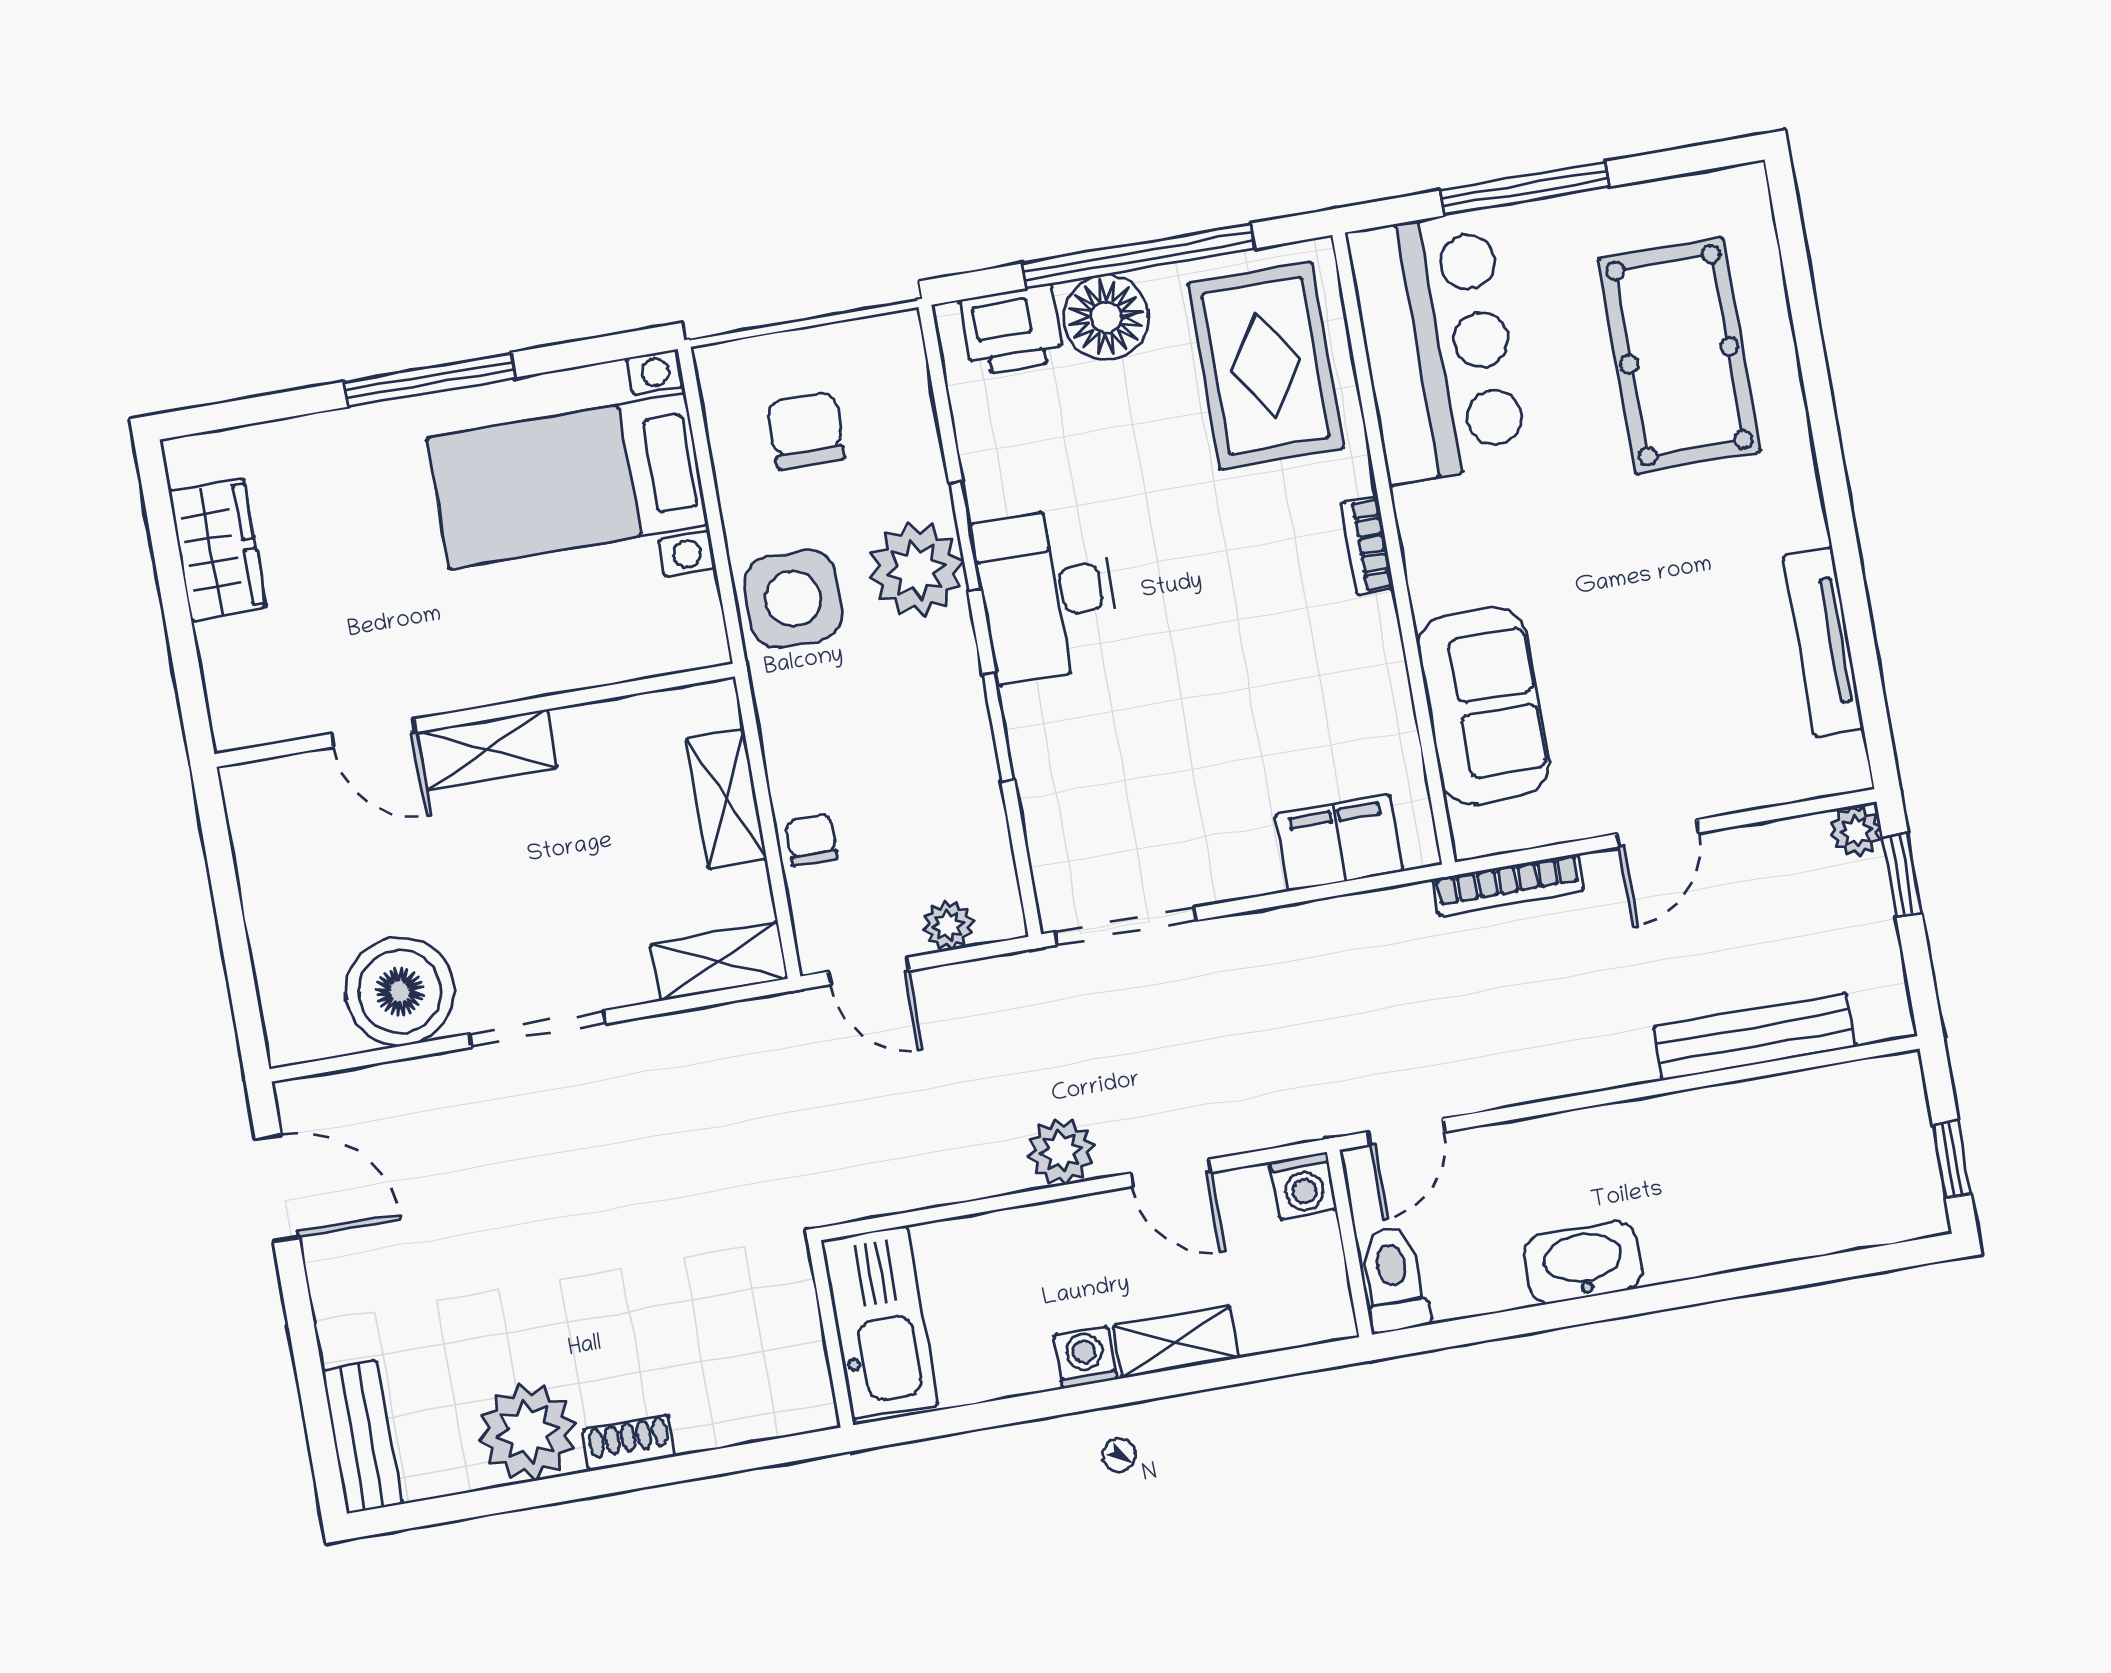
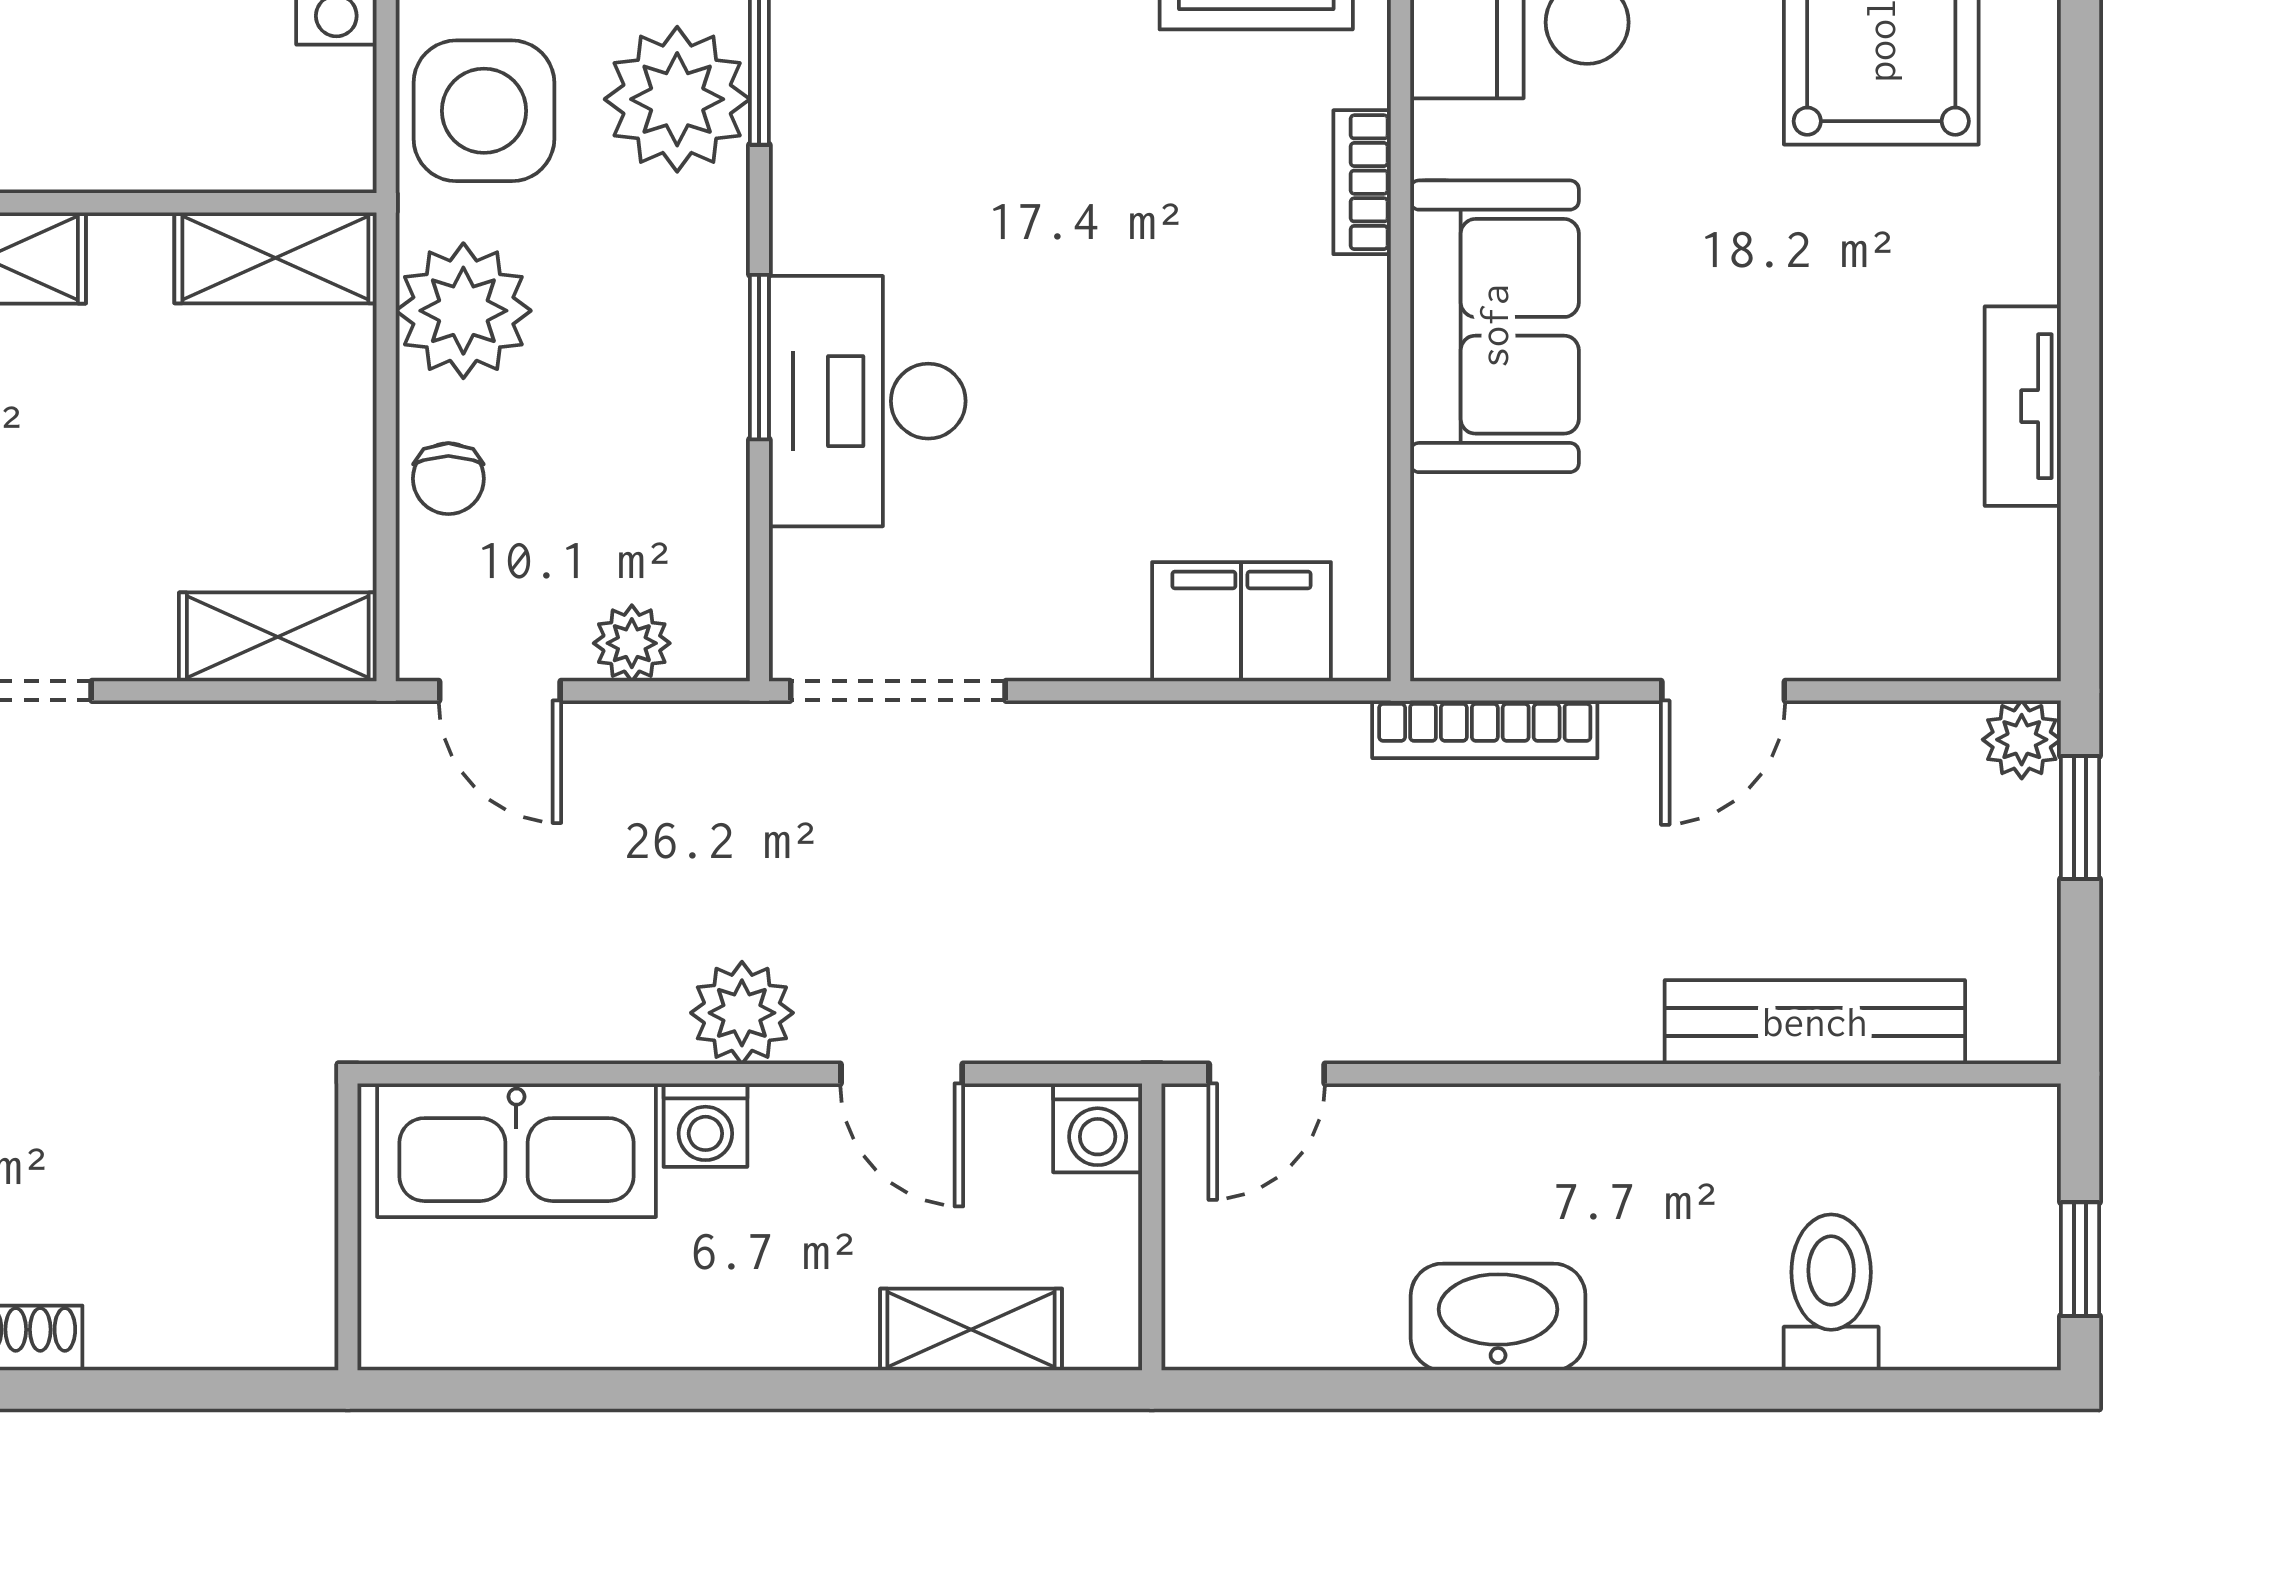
desk: (1047, 594) -> (867, 401), moved
tv unit: (1824, 642) -> (2023, 406), width x0.71
sofa: (1483, 706) -> (1494, 326), moved
plant: (802, 730) -> (463, 311), added
shelving: (726, 799) -> (275, 258), moved, turned 90
chair: (811, 840) -> (448, 479), turned 180
toilet: (1394, 1279) -> (1831, 1292), moved
kitchen sink: (880, 1323) -> (516, 1150), moved, turned 90
shelving: (1176, 1342) -> (971, 1329), moved
washing machine: (1085, 1357) -> (705, 1125), moved, turned 180

